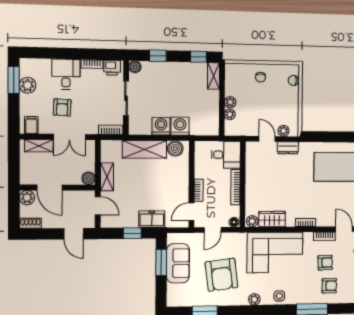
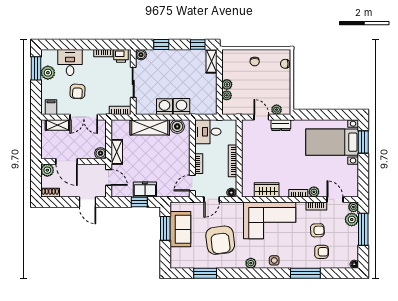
desk: (66, 74) -> (70, 62), moved
desk: (226, 155) -> (208, 132), moved, turned 180
freezer: (152, 219) -> (145, 189), moved
plant: (252, 221) -> (314, 192), moved

